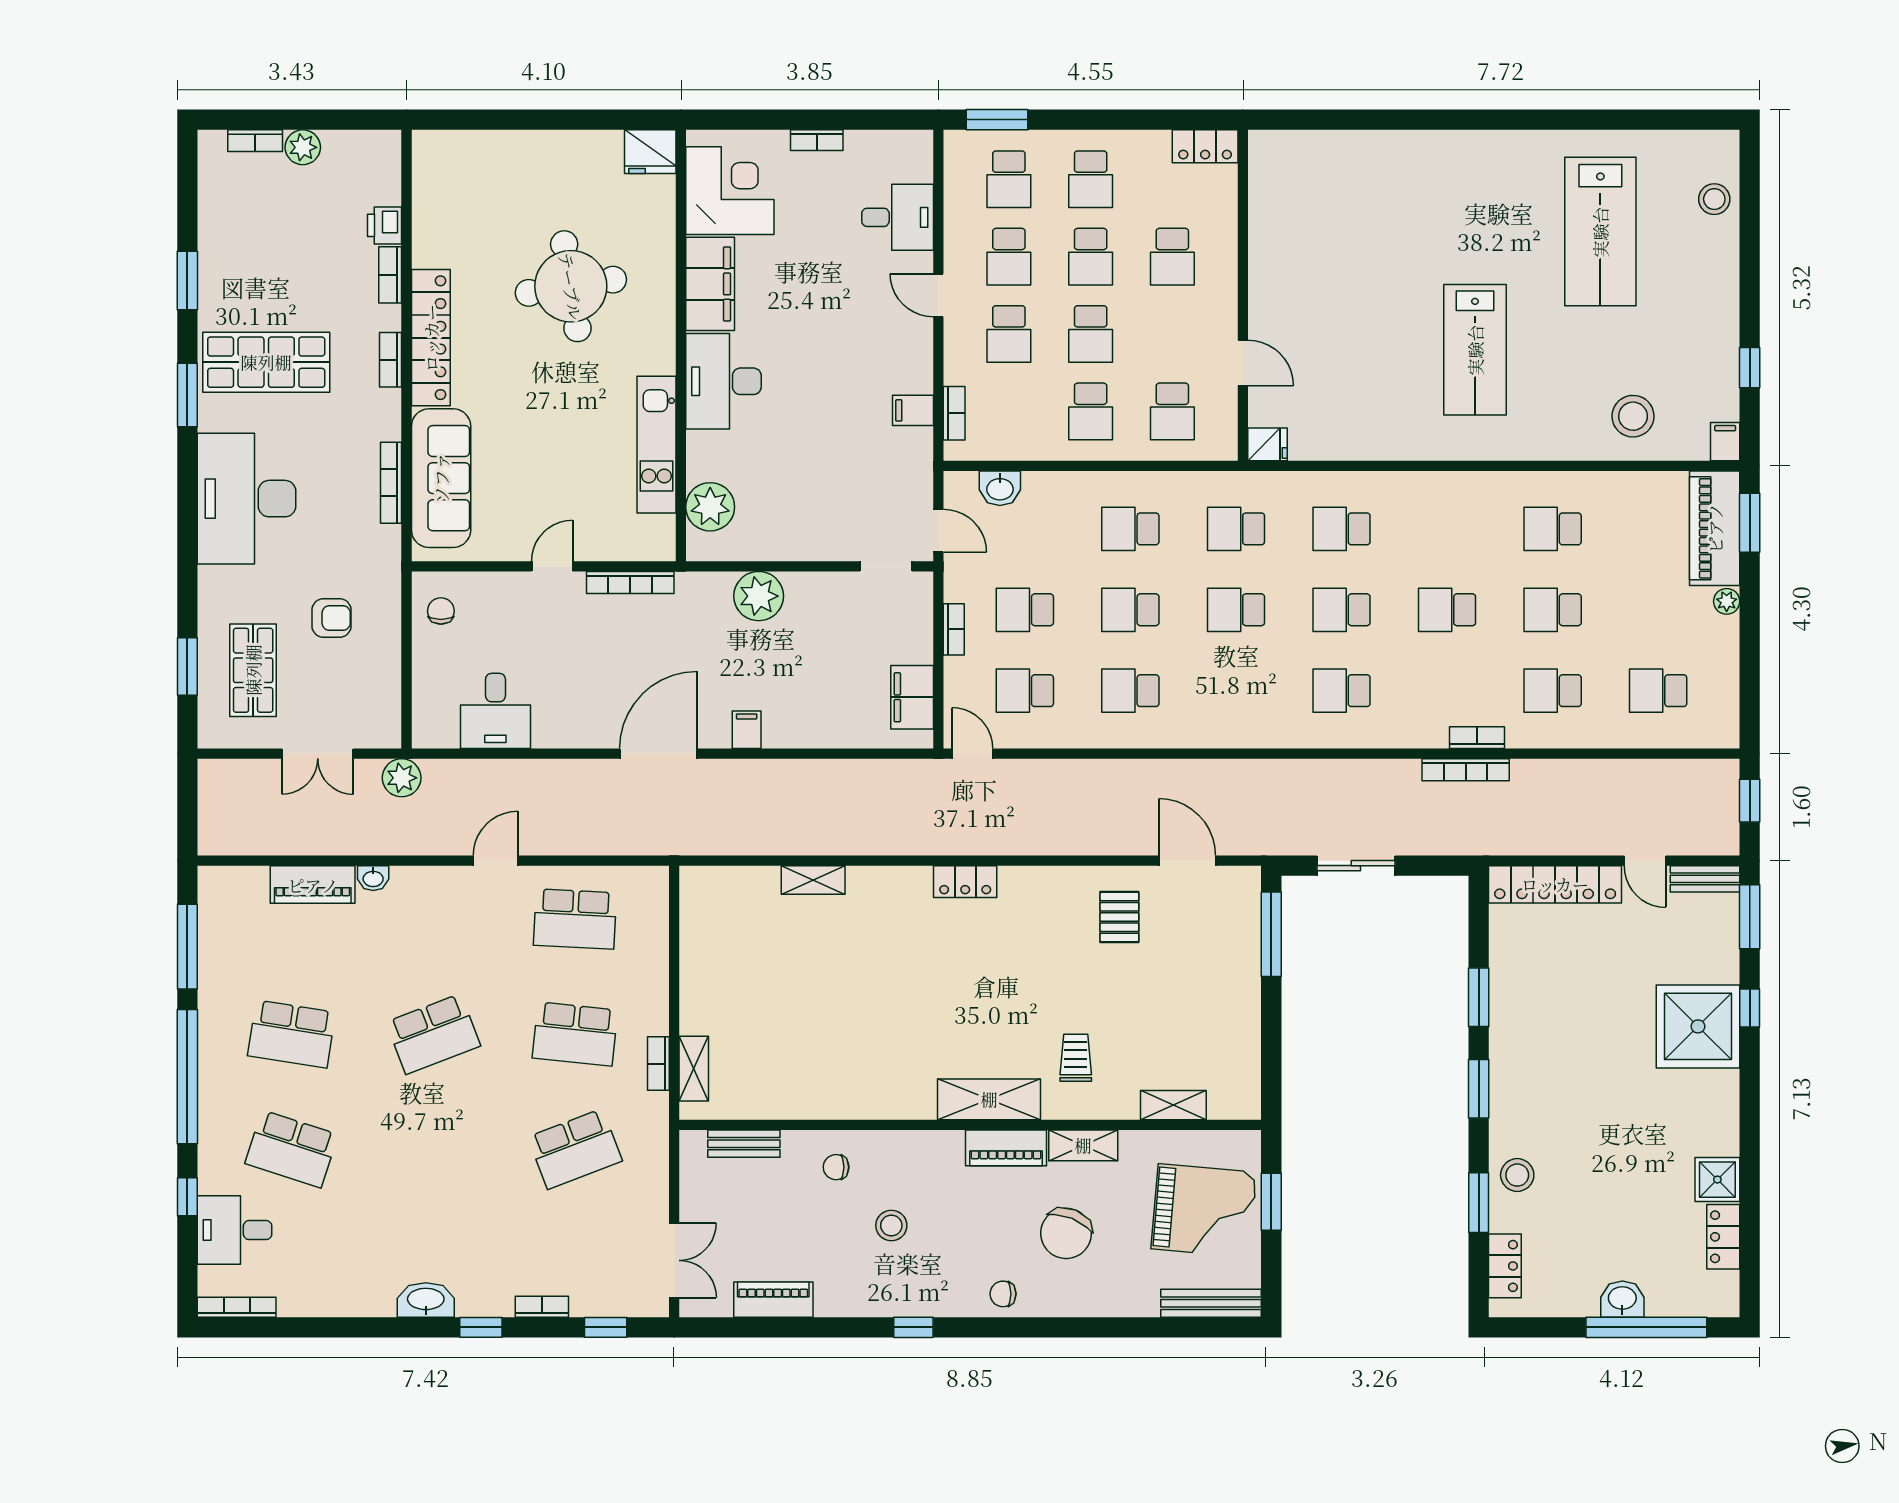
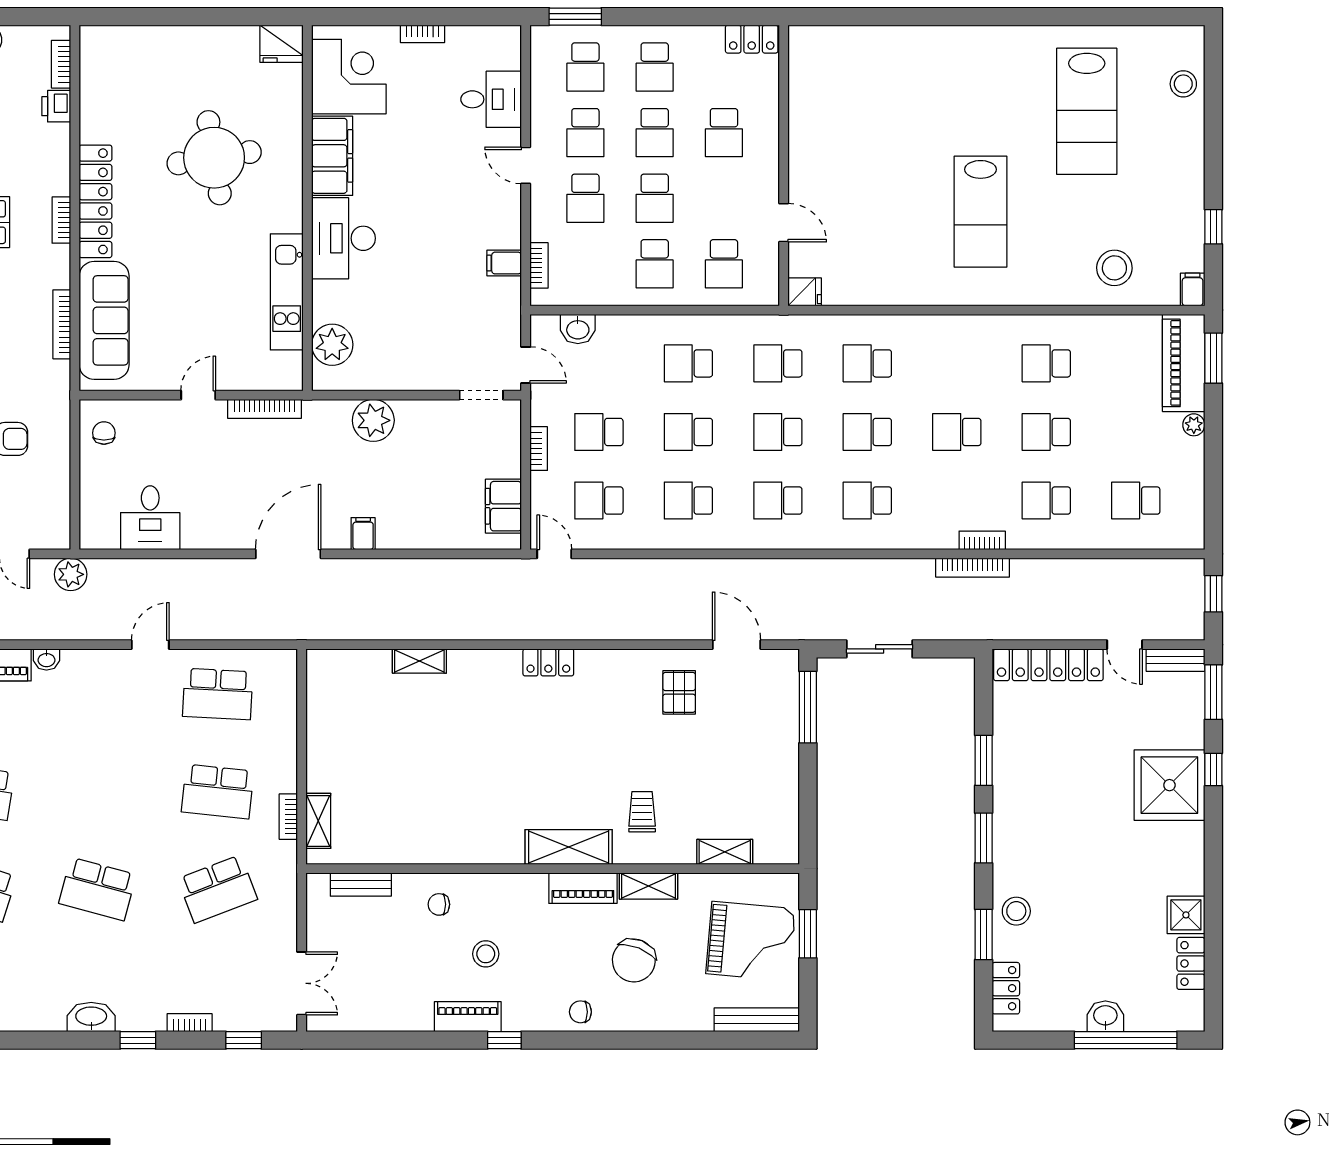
bookcase: (390, 275) -> (61, 64), moved
school desk: (1236, 691) -> (778, 501), added
school desk: (433, 1034) -> (97, 889), moved, turned 36
piano: (773, 1300) -> (468, 1017), moved

